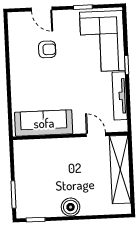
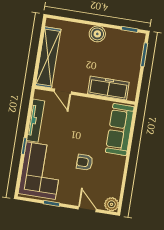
plant: (16, 20) -> (111, 204), added
armchair: (47, 49) -> (85, 162), moved
sofa: (44, 123) -> (120, 130), moved, turned 90
freezer: (46, 149) -> (108, 88), added

